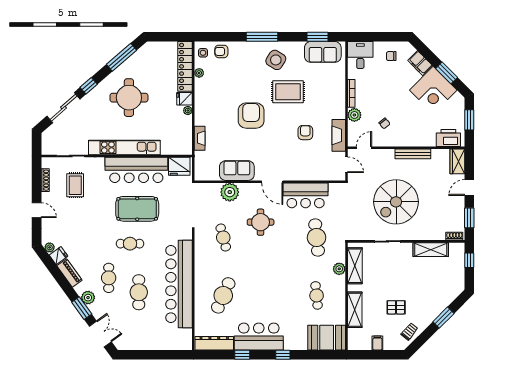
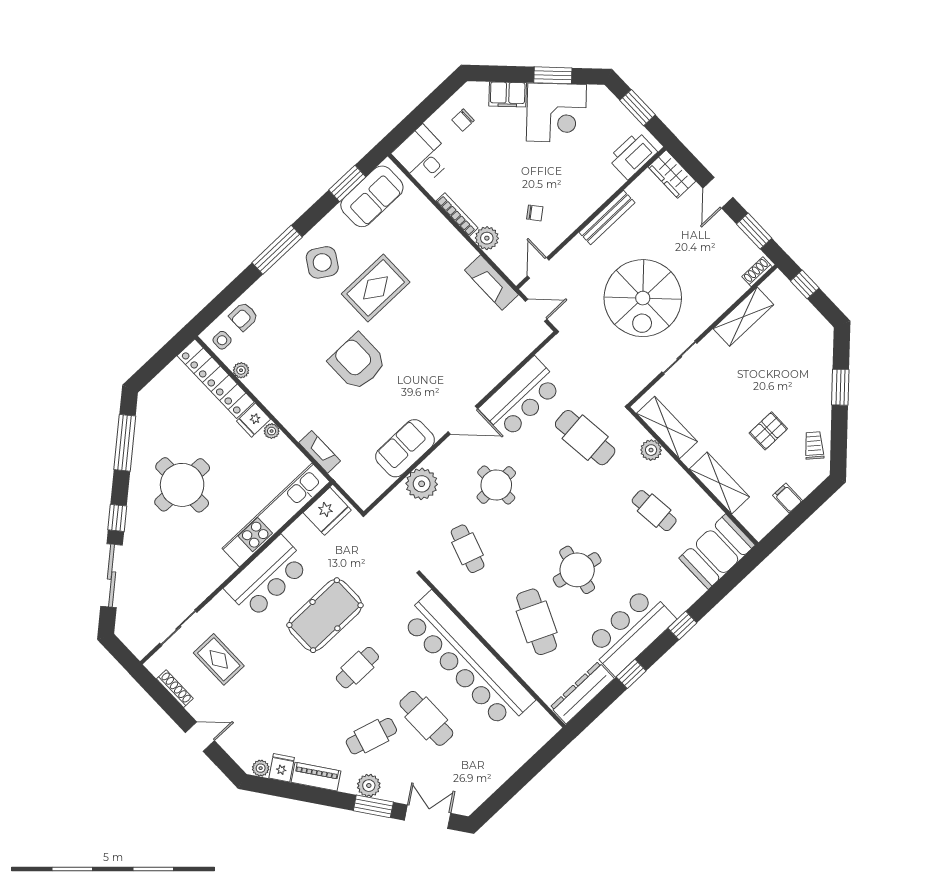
armchair: (305, 133) -> (446, 319), removed
kitchen unit: (124, 147) -> (276, 515), moved
bar counter: (136, 170) -> (267, 577), width x0.73
cafe table: (223, 237) -> (468, 549), turned 33
cafe table: (109, 278) -> (371, 736), turned -74
round table: (261, 290) -> (577, 570), added

